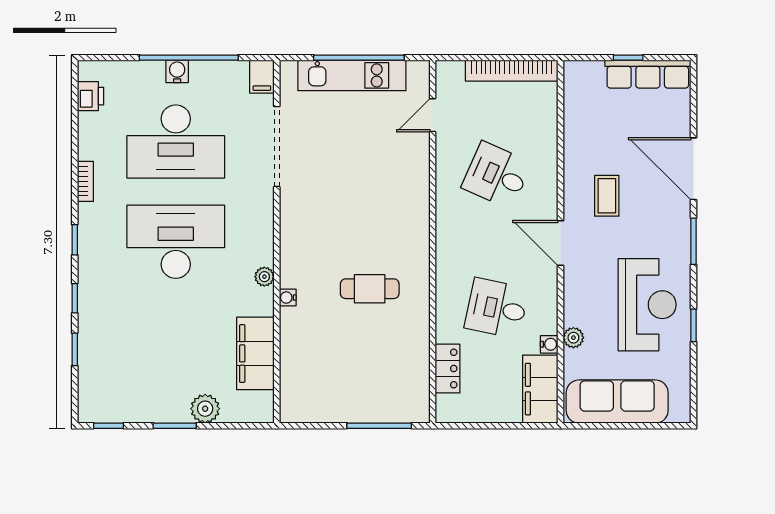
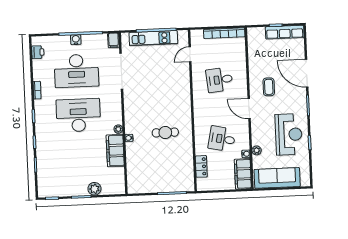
desk: (497, 175) -> (219, 80), turned -30
filing cabinet: (255, 353) -> (115, 151), moved

